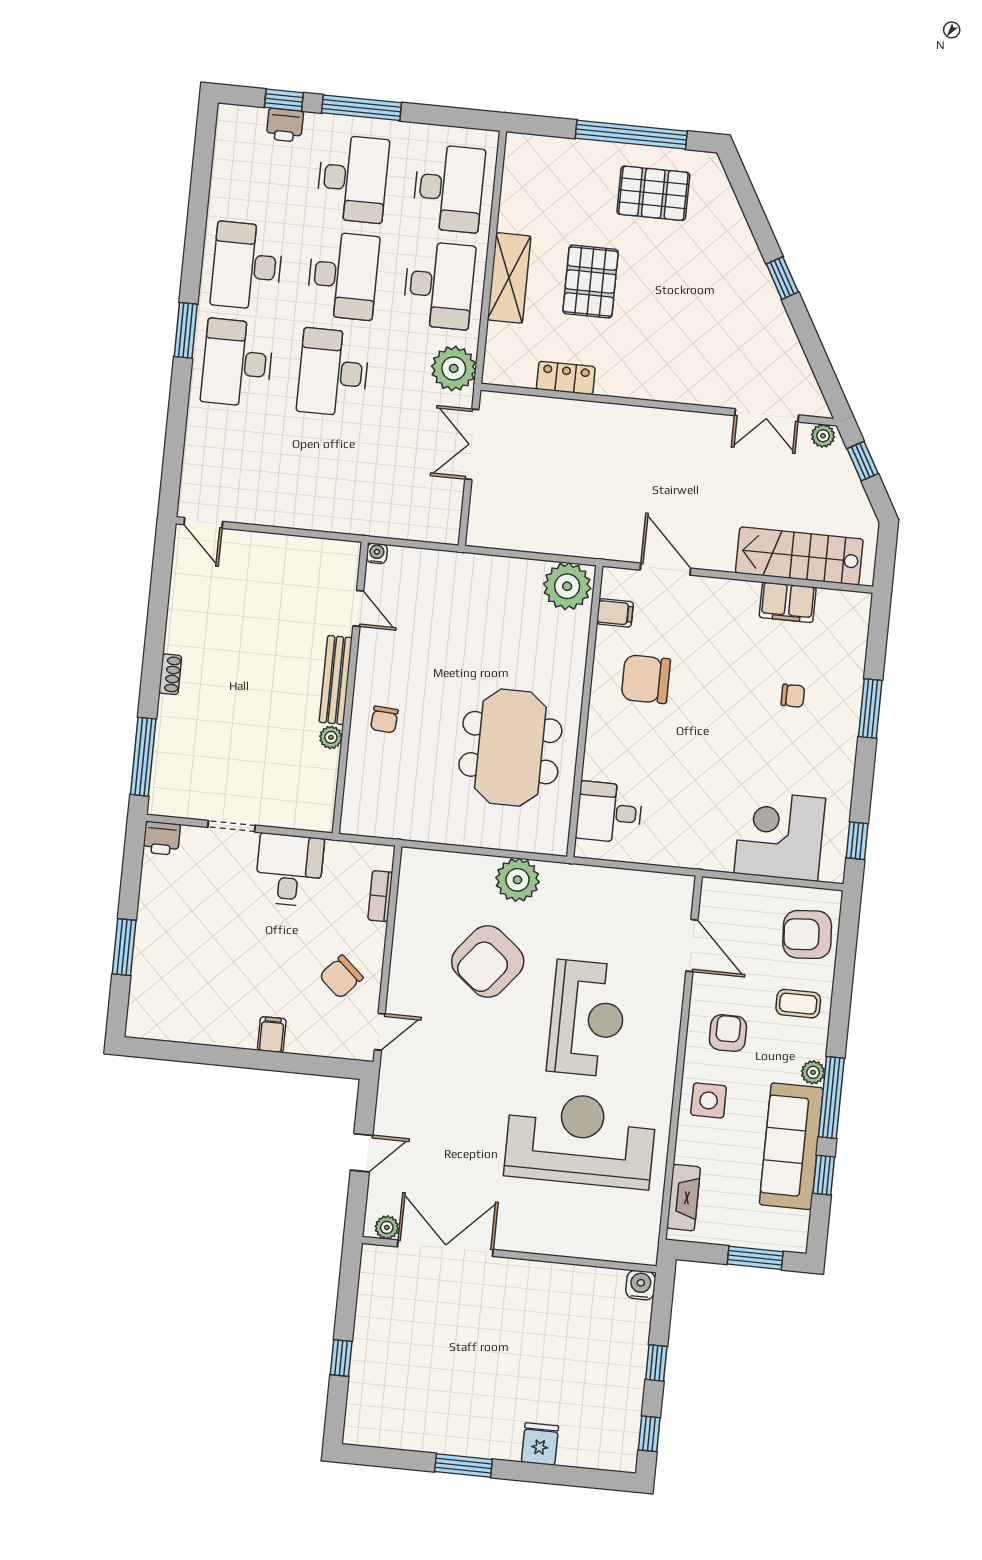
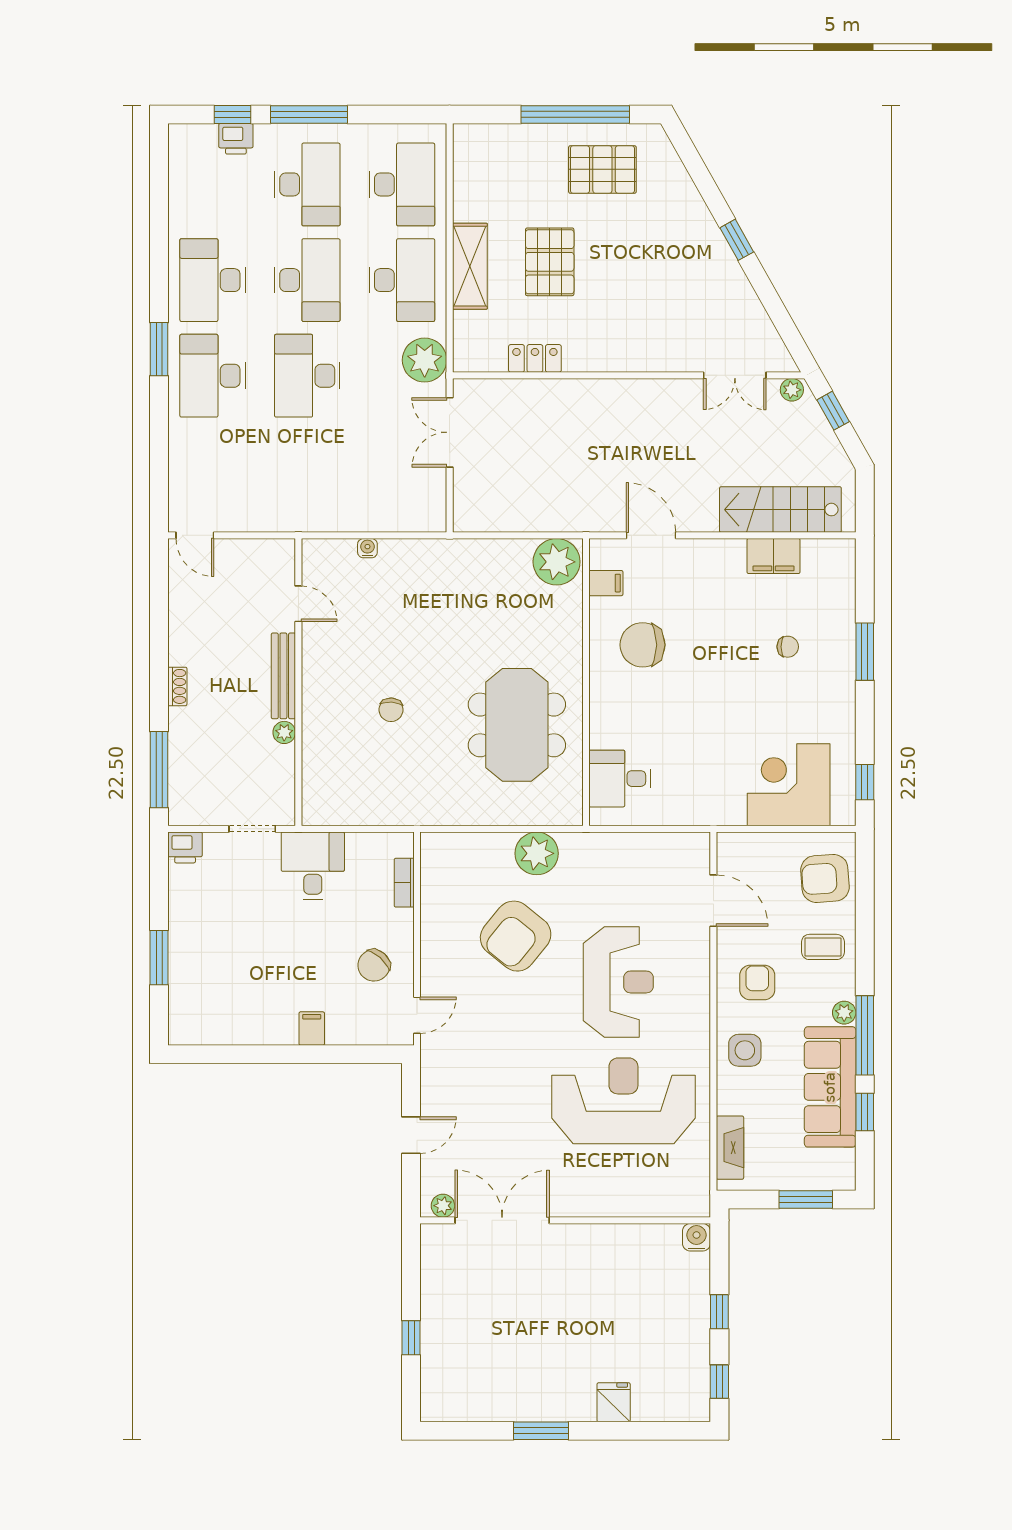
door: (358, 608) -> (298, 604), moved
bench: (336, 680) -> (283, 676), moved
wall: (350, 688) -> (298, 682), moved
plant: (331, 737) -> (284, 732), moved

